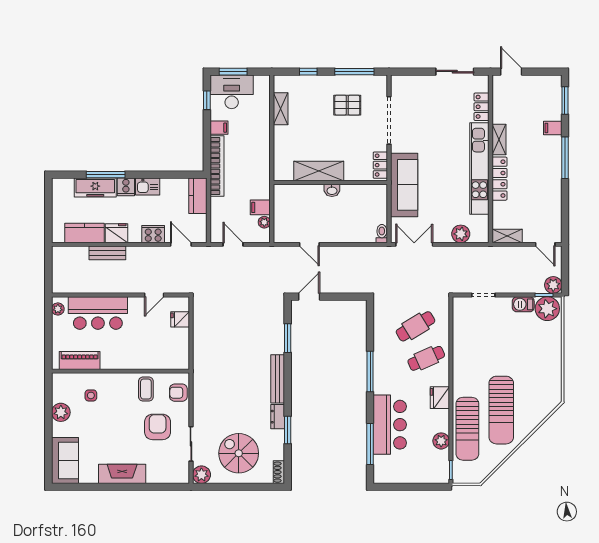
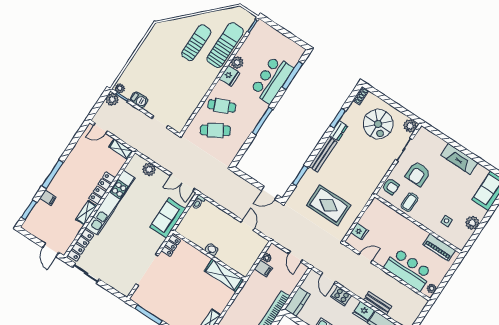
pallet: (347, 105) -> (167, 297), removed
locker: (481, 107) -> (80, 245), width x1.53
shelving: (319, 171) -> (224, 275), moved
sofa: (404, 185) -> (168, 218), width x0.73
door: (545, 244) -> (100, 128), swing flipped
plant: (547, 309) -> (120, 88), width x0.53, depth x0.53
rug: (234, 326) -> (329, 205), added
sun lounger: (501, 410) -> (196, 43), width x0.73, depth x0.75
plant: (441, 441) -> (237, 63), moved

